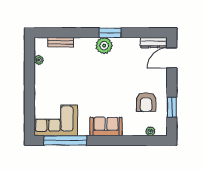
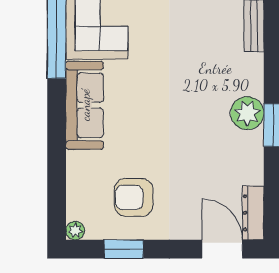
sofa: (106, 127) -> (85, 105), width x1.36
plant: (150, 131) -> (75, 231), moved

